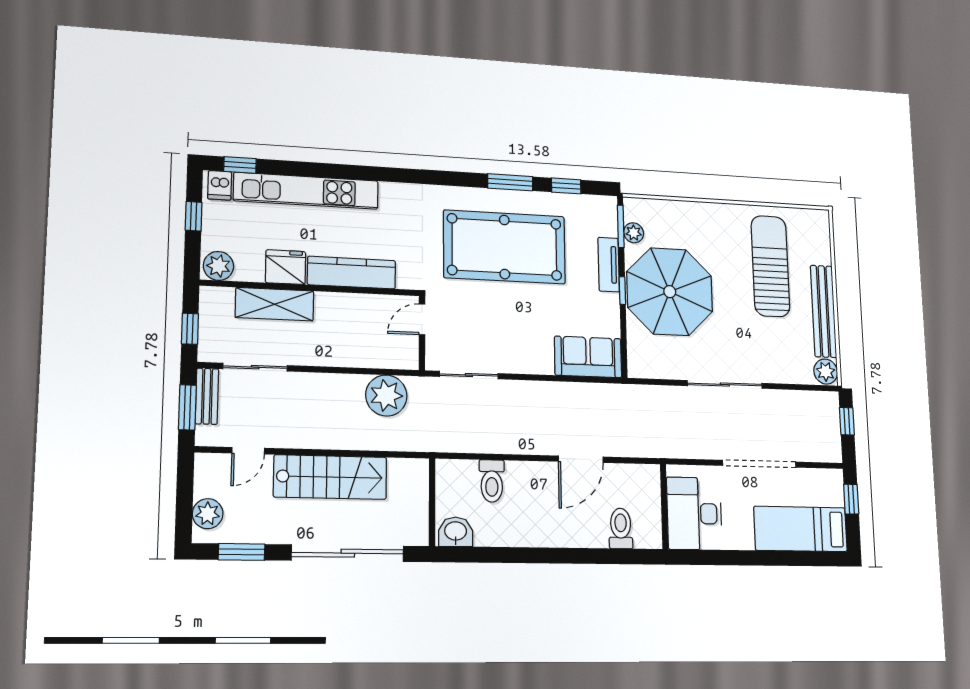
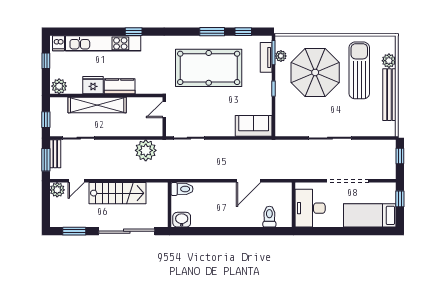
window: (240, 165) -> (134, 32), moved
tv unit: (609, 265) -> (266, 57), moved
kitchen counter: (352, 273) -> (120, 86), width x0.67
parasol: (670, 292) -> (315, 72), moved
shelving: (275, 304) -> (97, 105), width x1.47
plant: (826, 372) -> (389, 61), moved
toilet: (492, 481) -> (182, 189), moved, turned -90
plant: (208, 514) -> (57, 190), moved

